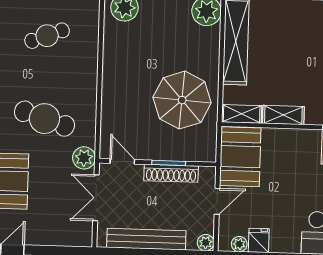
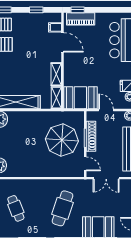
parasol: (182, 100) -> (62, 140), moved
plant: (84, 158) -> (84, 185), removed
door: (122, 161) -> (85, 164), swing flipped

